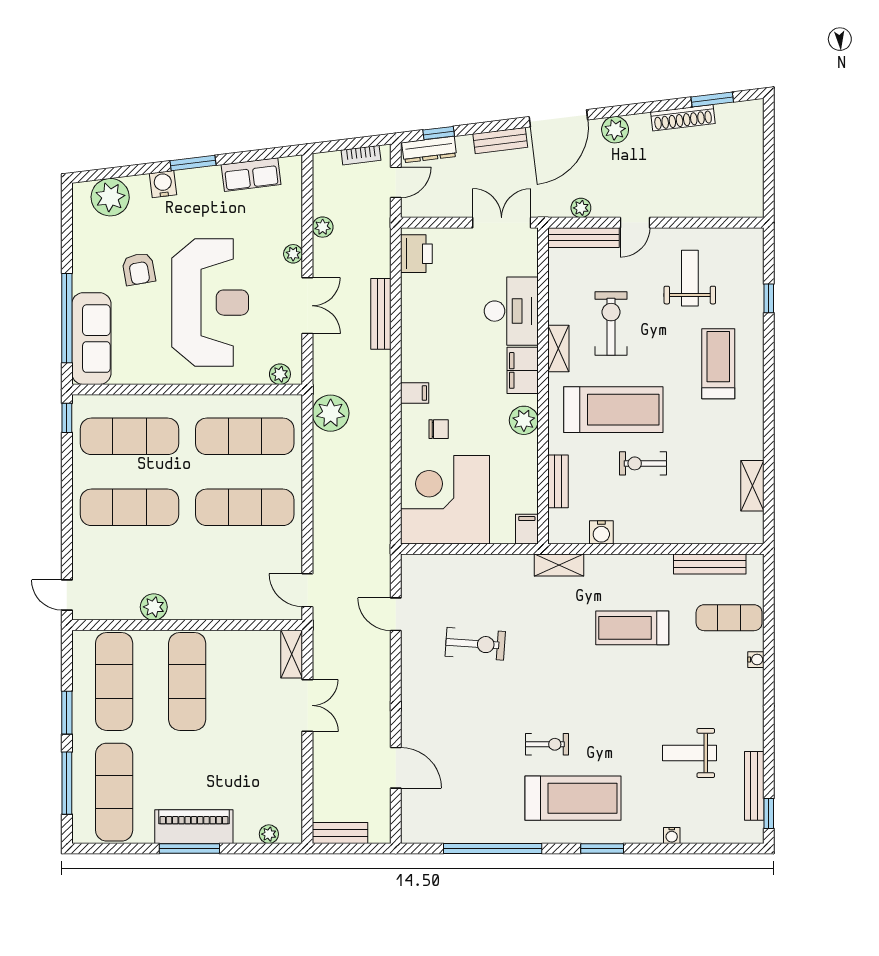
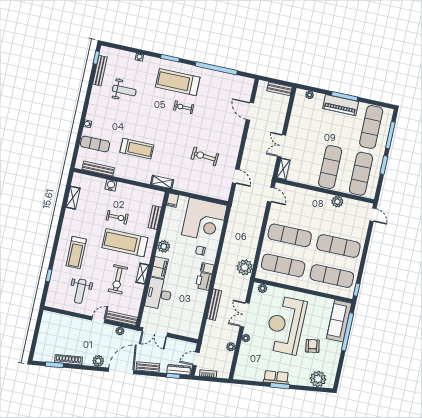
row of seats: (251, 175) -> (276, 377), moved
water cooler: (163, 184) -> (294, 380), removed
printer: (416, 254) -> (204, 281), moved
water cooler: (601, 532) -> (111, 185), moved

